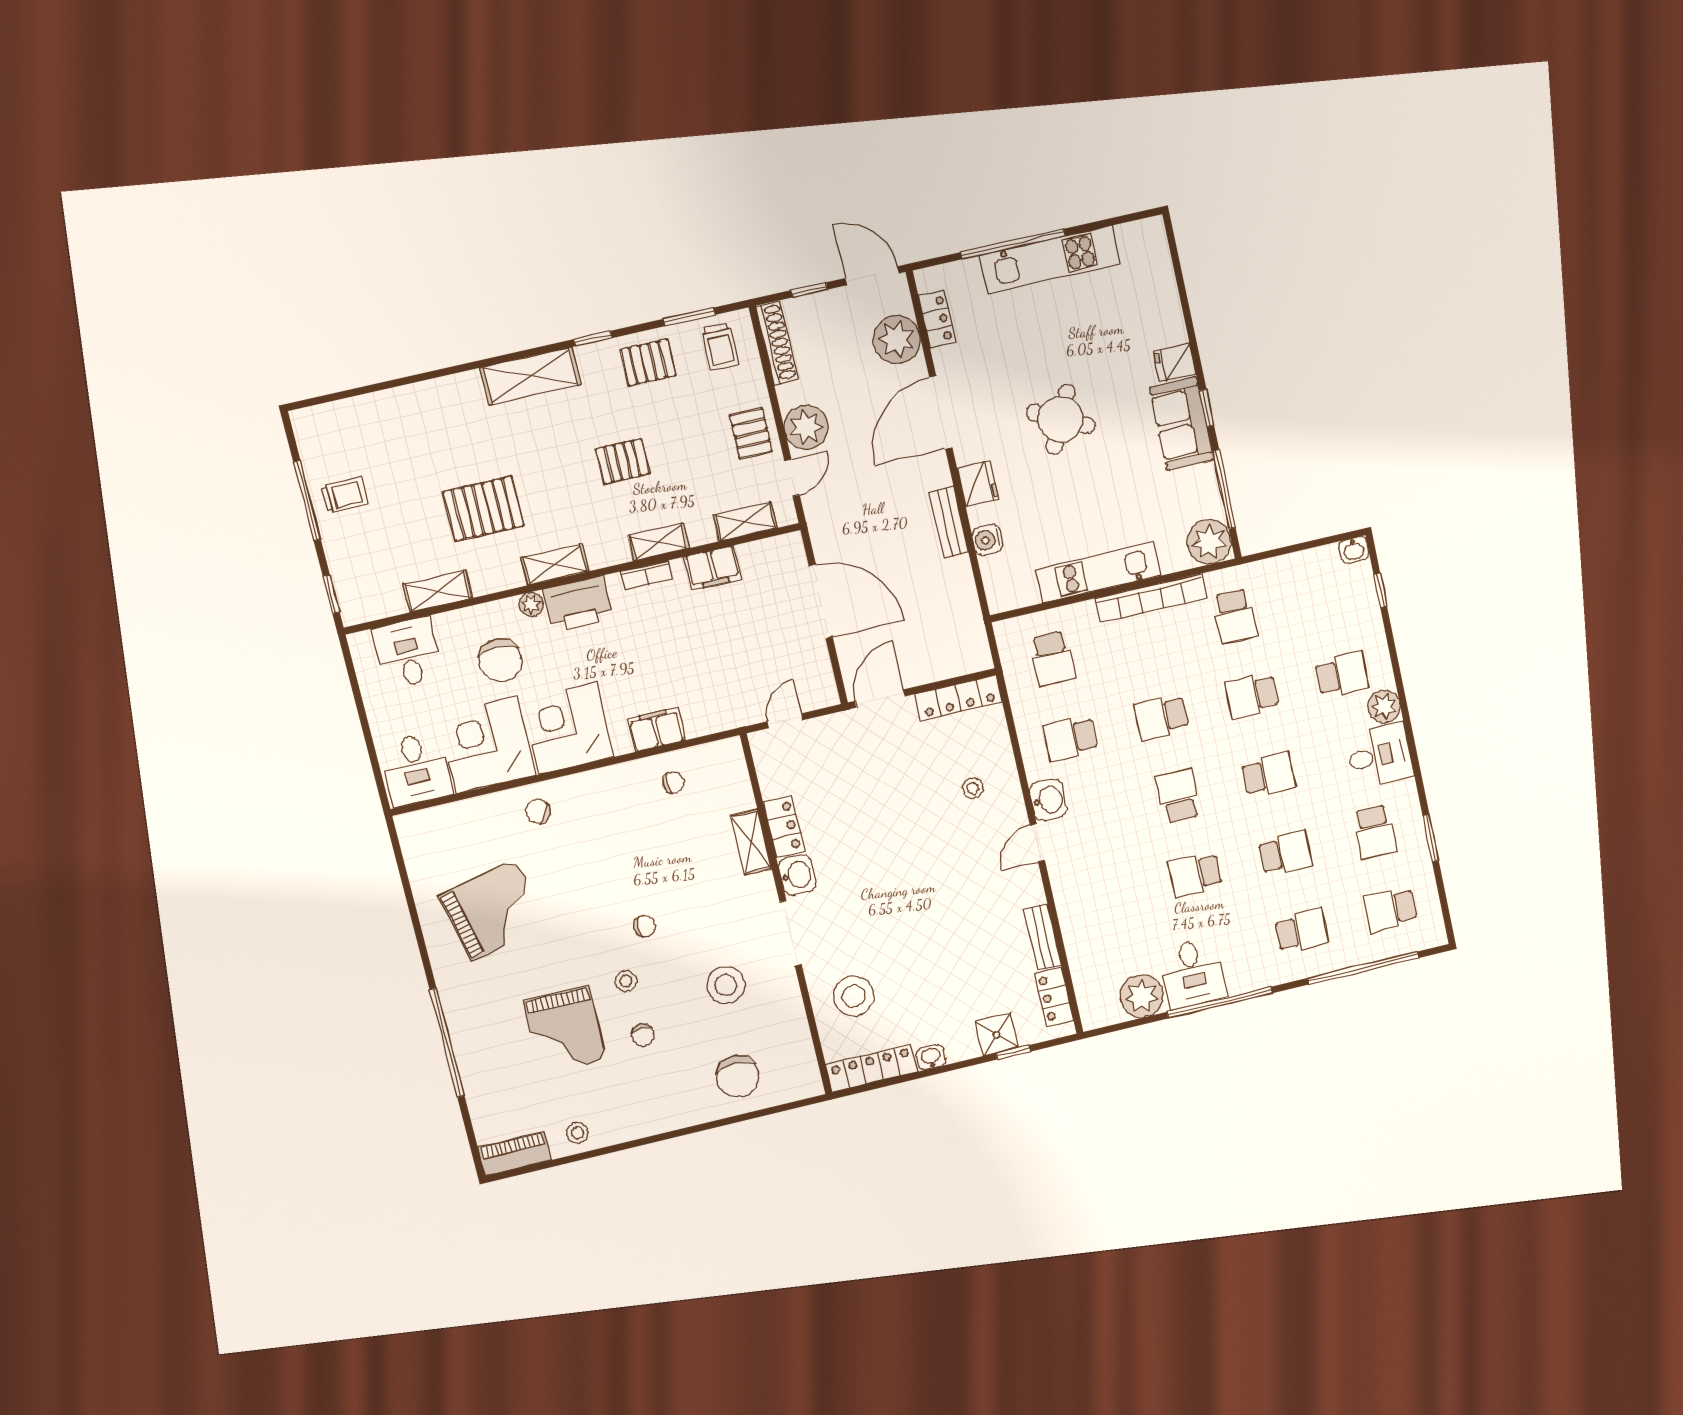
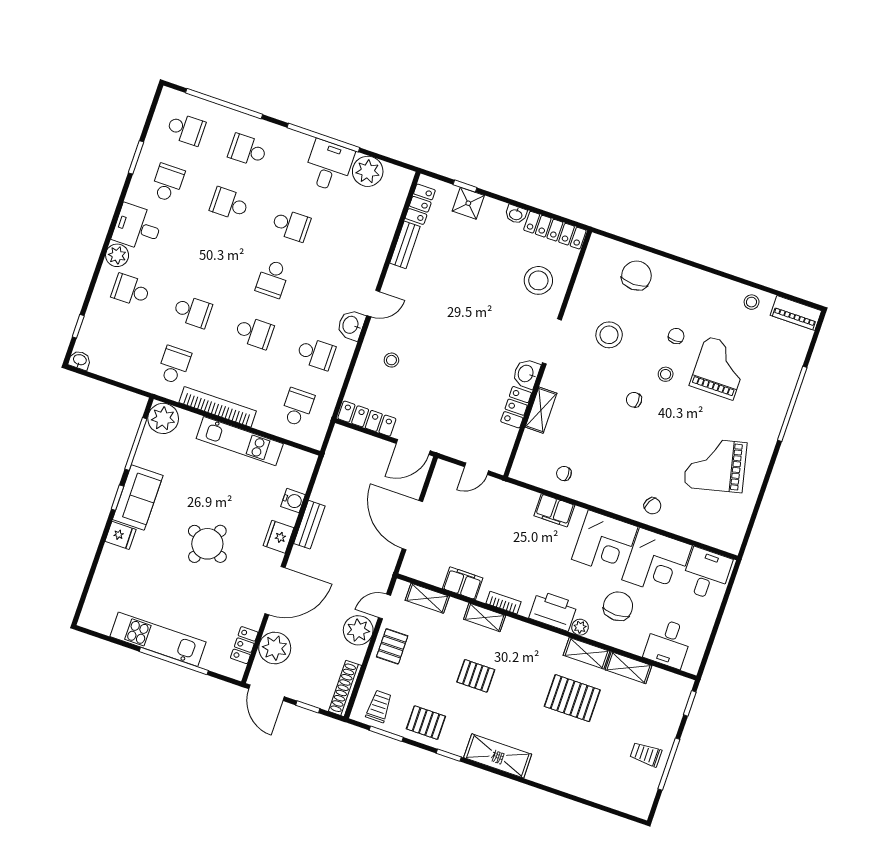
shelving: (555, 564) -> (586, 653), moved
school desk: (1269, 775) -> (211, 258), removed

